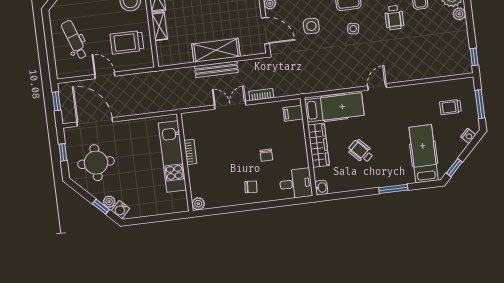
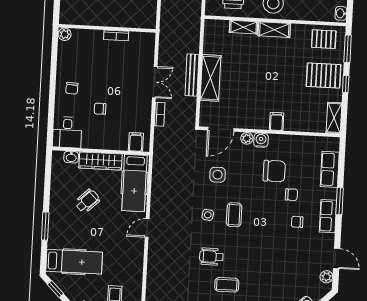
door: (377, 87) -> (147, 228), swing flipped
kitchen unit: (172, 156) -> (115, 17), removed
washbasin: (321, 188) -> (71, 157), moved

